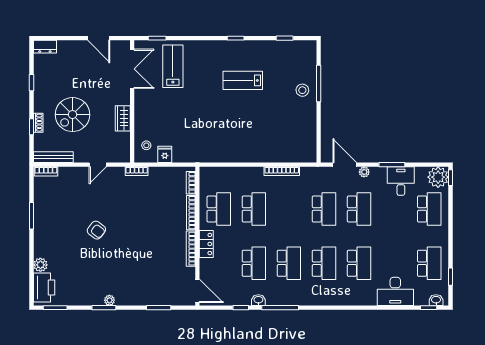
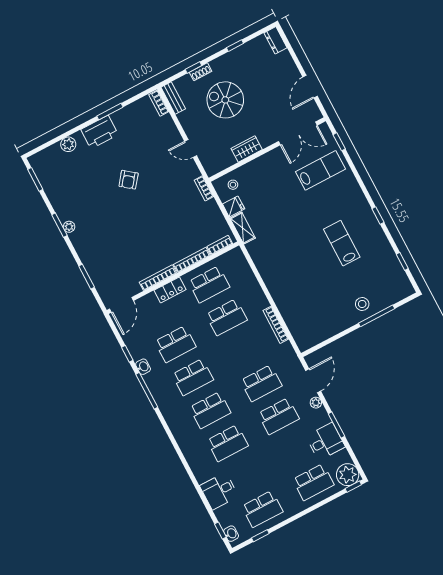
shelving: (187, 156) -> (243, 228), added
bench: (53, 157) -> (173, 98), width x0.73
printer: (44, 287) -> (100, 132), moved
desk: (395, 291) -> (219, 491), width x0.73

